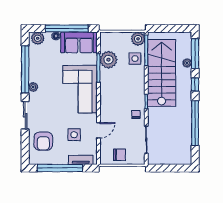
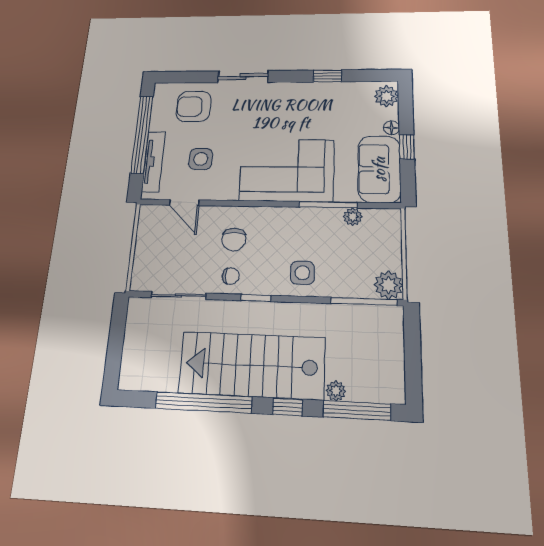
window: (67, 28) -> (407, 147), width x0.32
side table: (135, 59) -> (302, 273), moved
plant: (108, 60) -> (353, 217), width x0.53, depth x0.53
window: (25, 69) -> (328, 76), width x0.32
stairs: (162, 73) -> (252, 365), moved, turned 180
plant: (33, 87) -> (294, 89), removed
door: (98, 130) -> (184, 203), moved
chair: (120, 155) -> (234, 239), moved
tv unit: (81, 160) -> (154, 161), width x1.41

